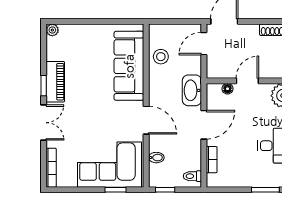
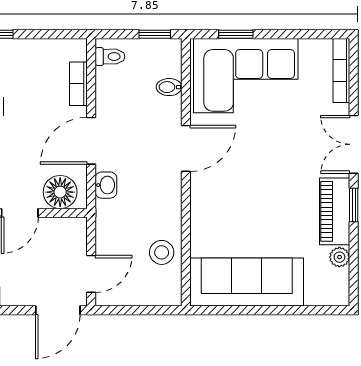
plant: (52, 30) -> (339, 257), moved
sofa: (129, 66) -> (247, 282), moved, turned -90
floor lamp: (228, 89) -> (60, 192), width x1.89, depth x1.89
washbasin: (192, 90) -> (106, 185), width x0.52, depth x0.69
door: (146, 120) -> (186, 148), swing flipped

